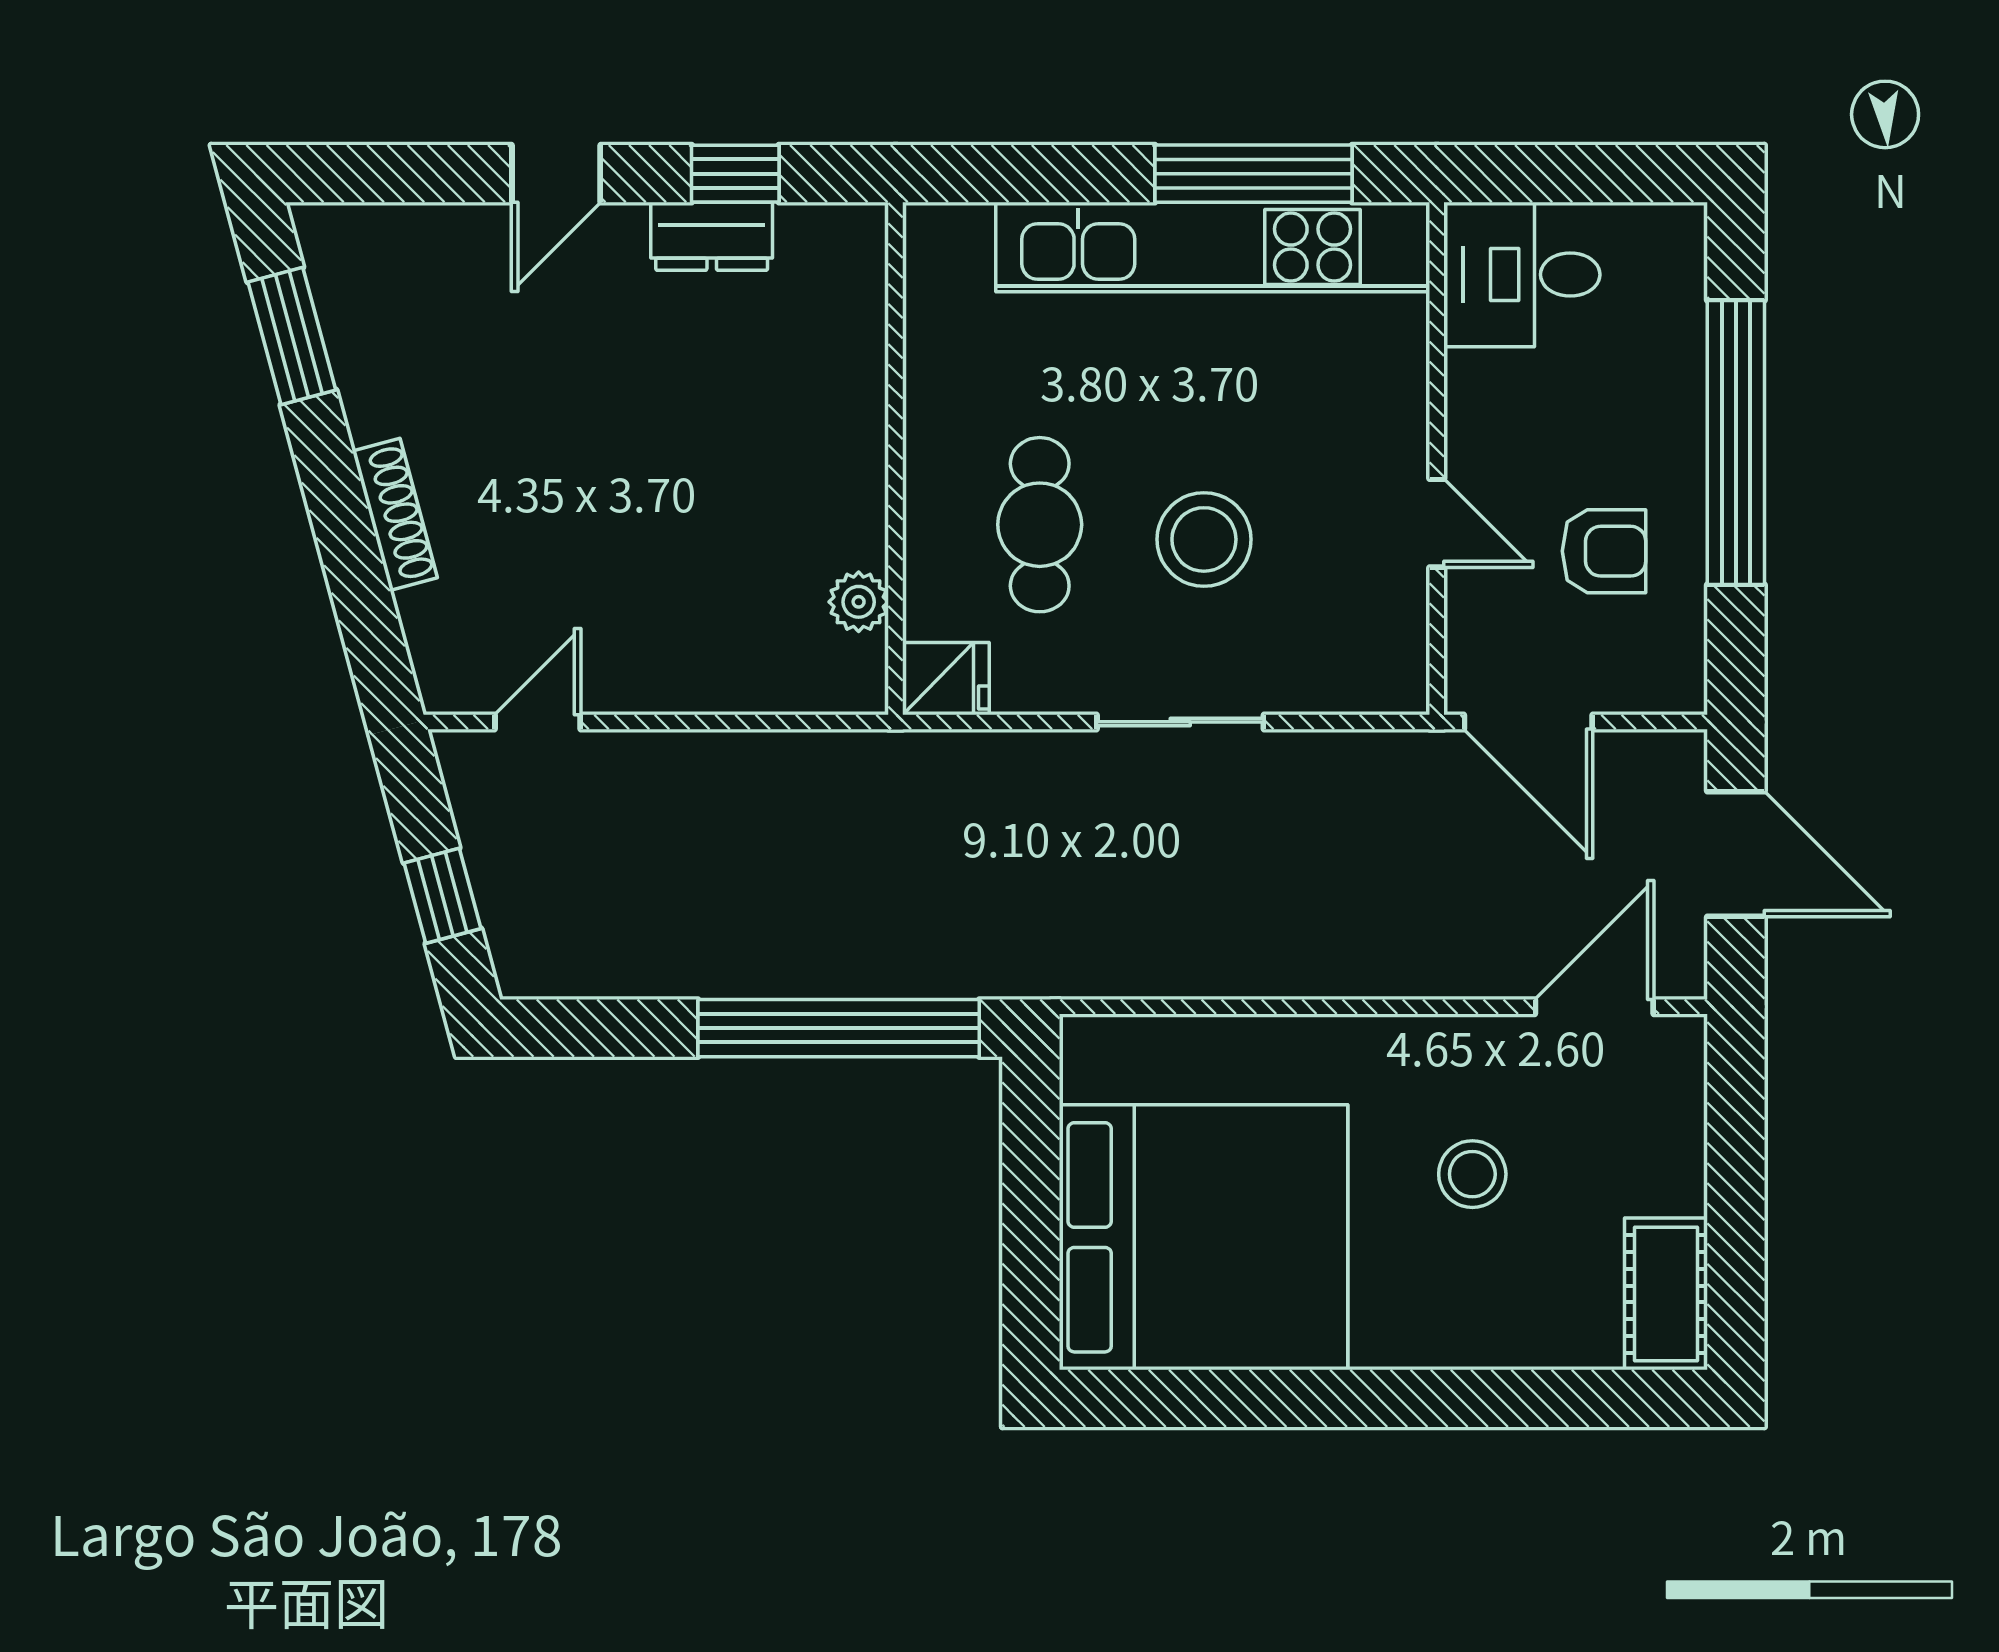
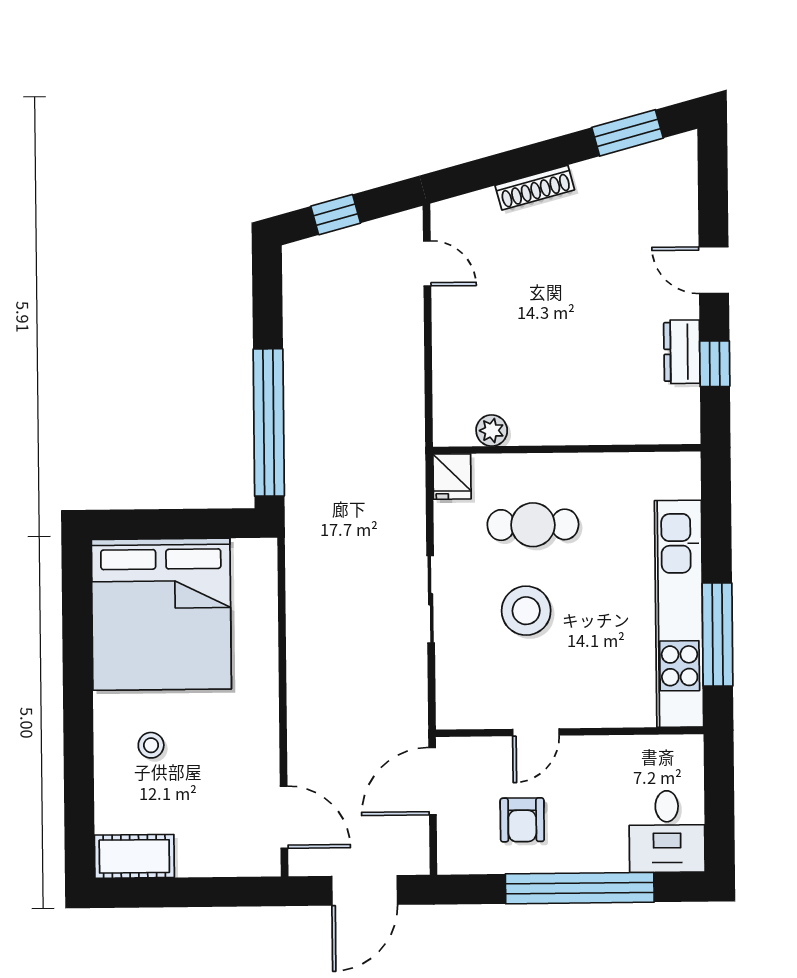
desk: (1522, 275) -> (667, 832), moved, turned 180
stool: (1472, 1174) -> (151, 745), moved, width x0.73, depth x0.73

